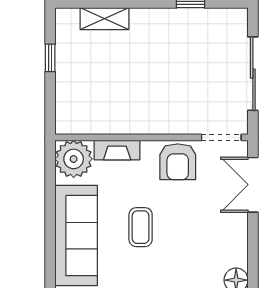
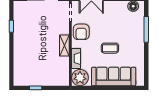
shelving: (105, 19) -> (64, 45), moved
armchair: (178, 162) -> (81, 32), turned 90

